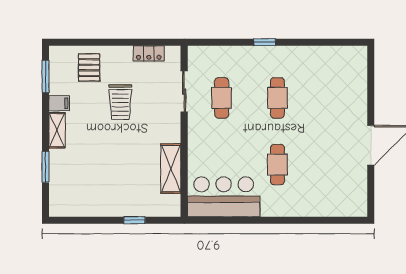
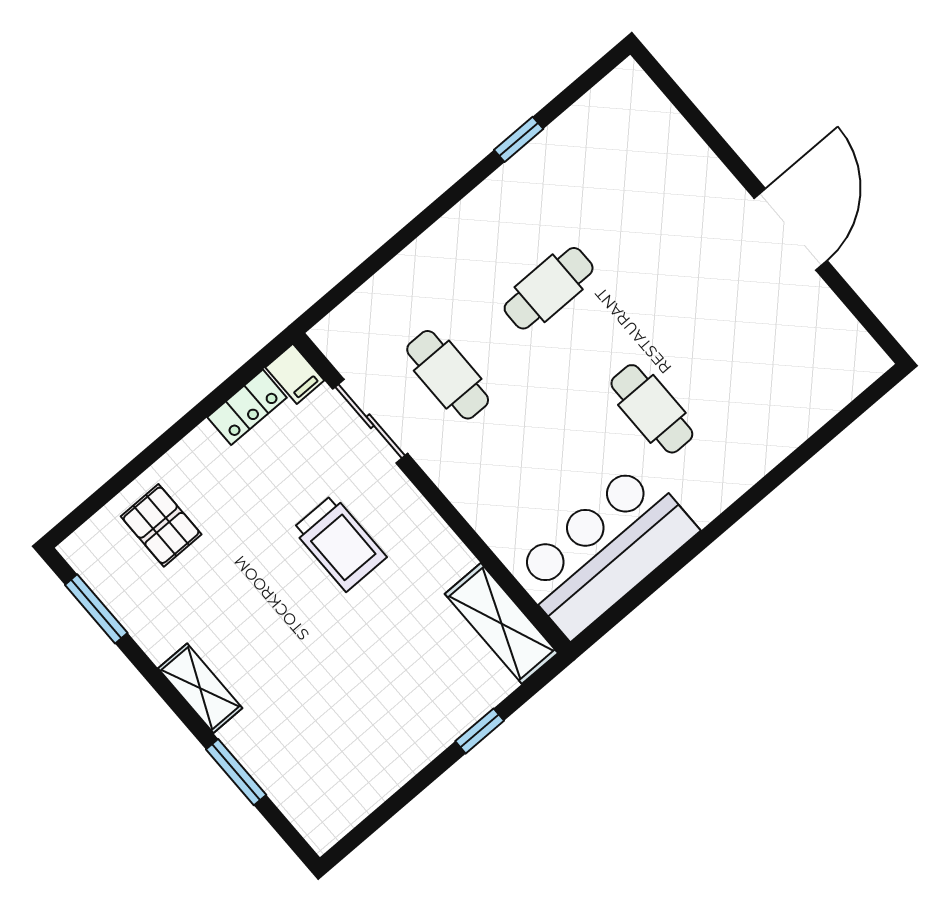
window: (265, 42) -> (519, 139), moved
cafe table: (277, 98) -> (549, 288), turned 90
trolley: (120, 102) -> (339, 543), moved
filing cabinet: (59, 103) -> (295, 374), moved, turned 90
shelving: (171, 169) -> (501, 623), moved

